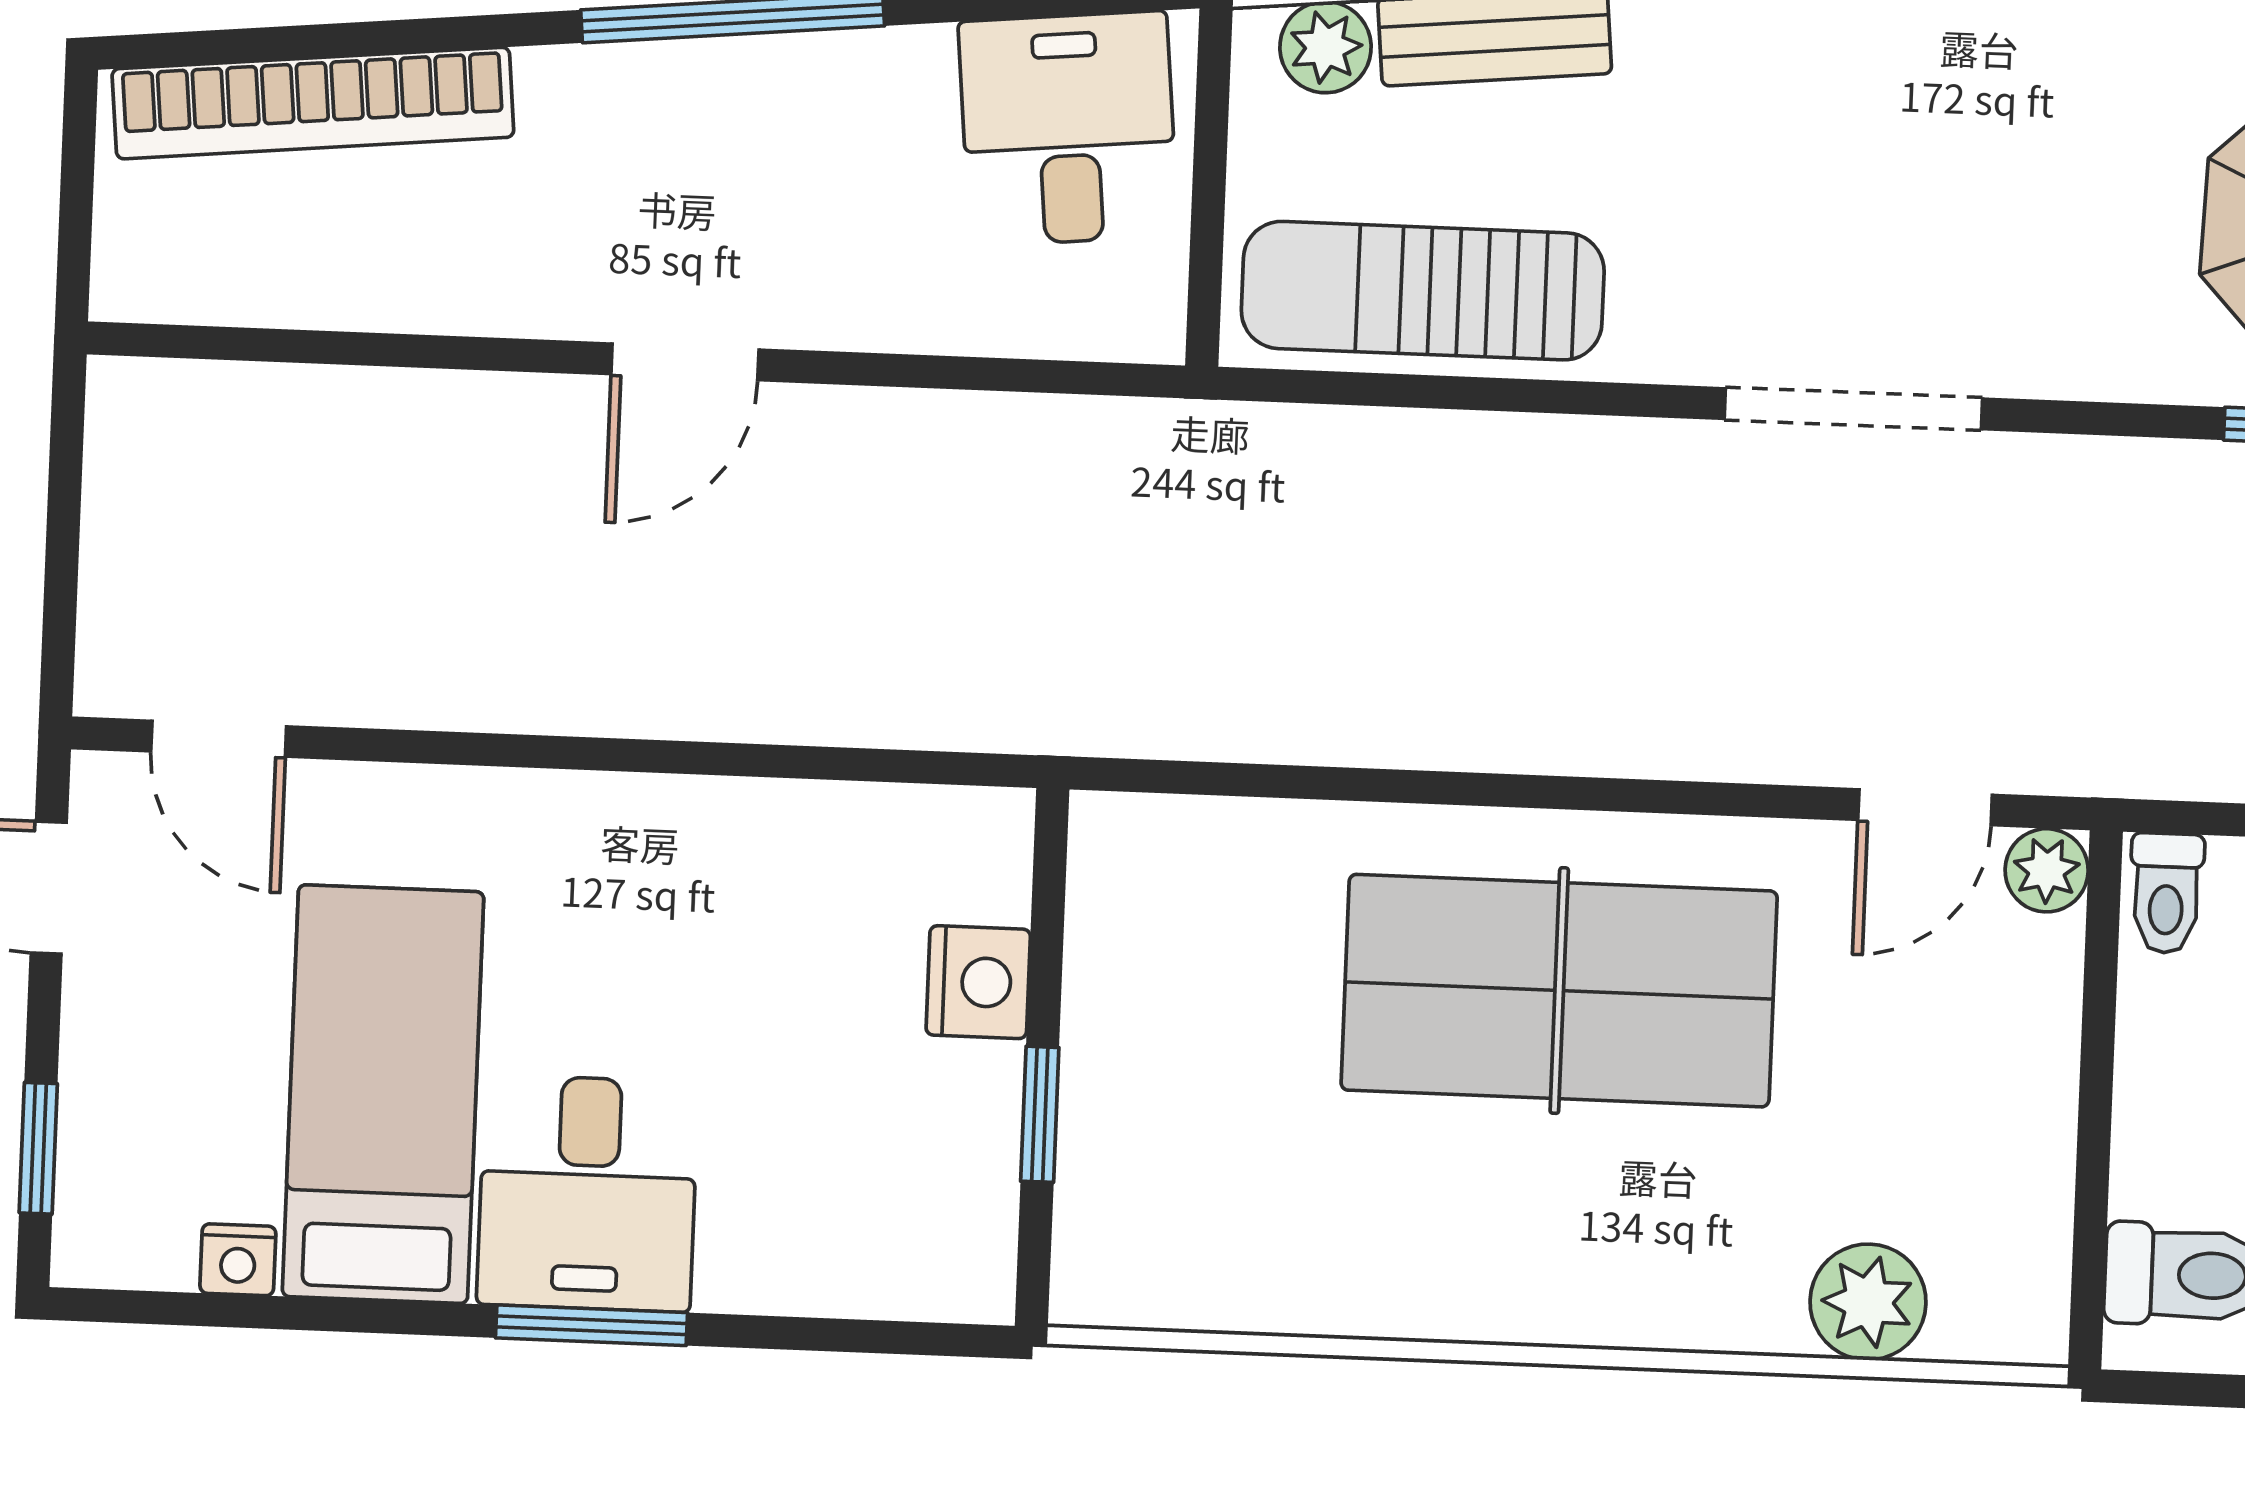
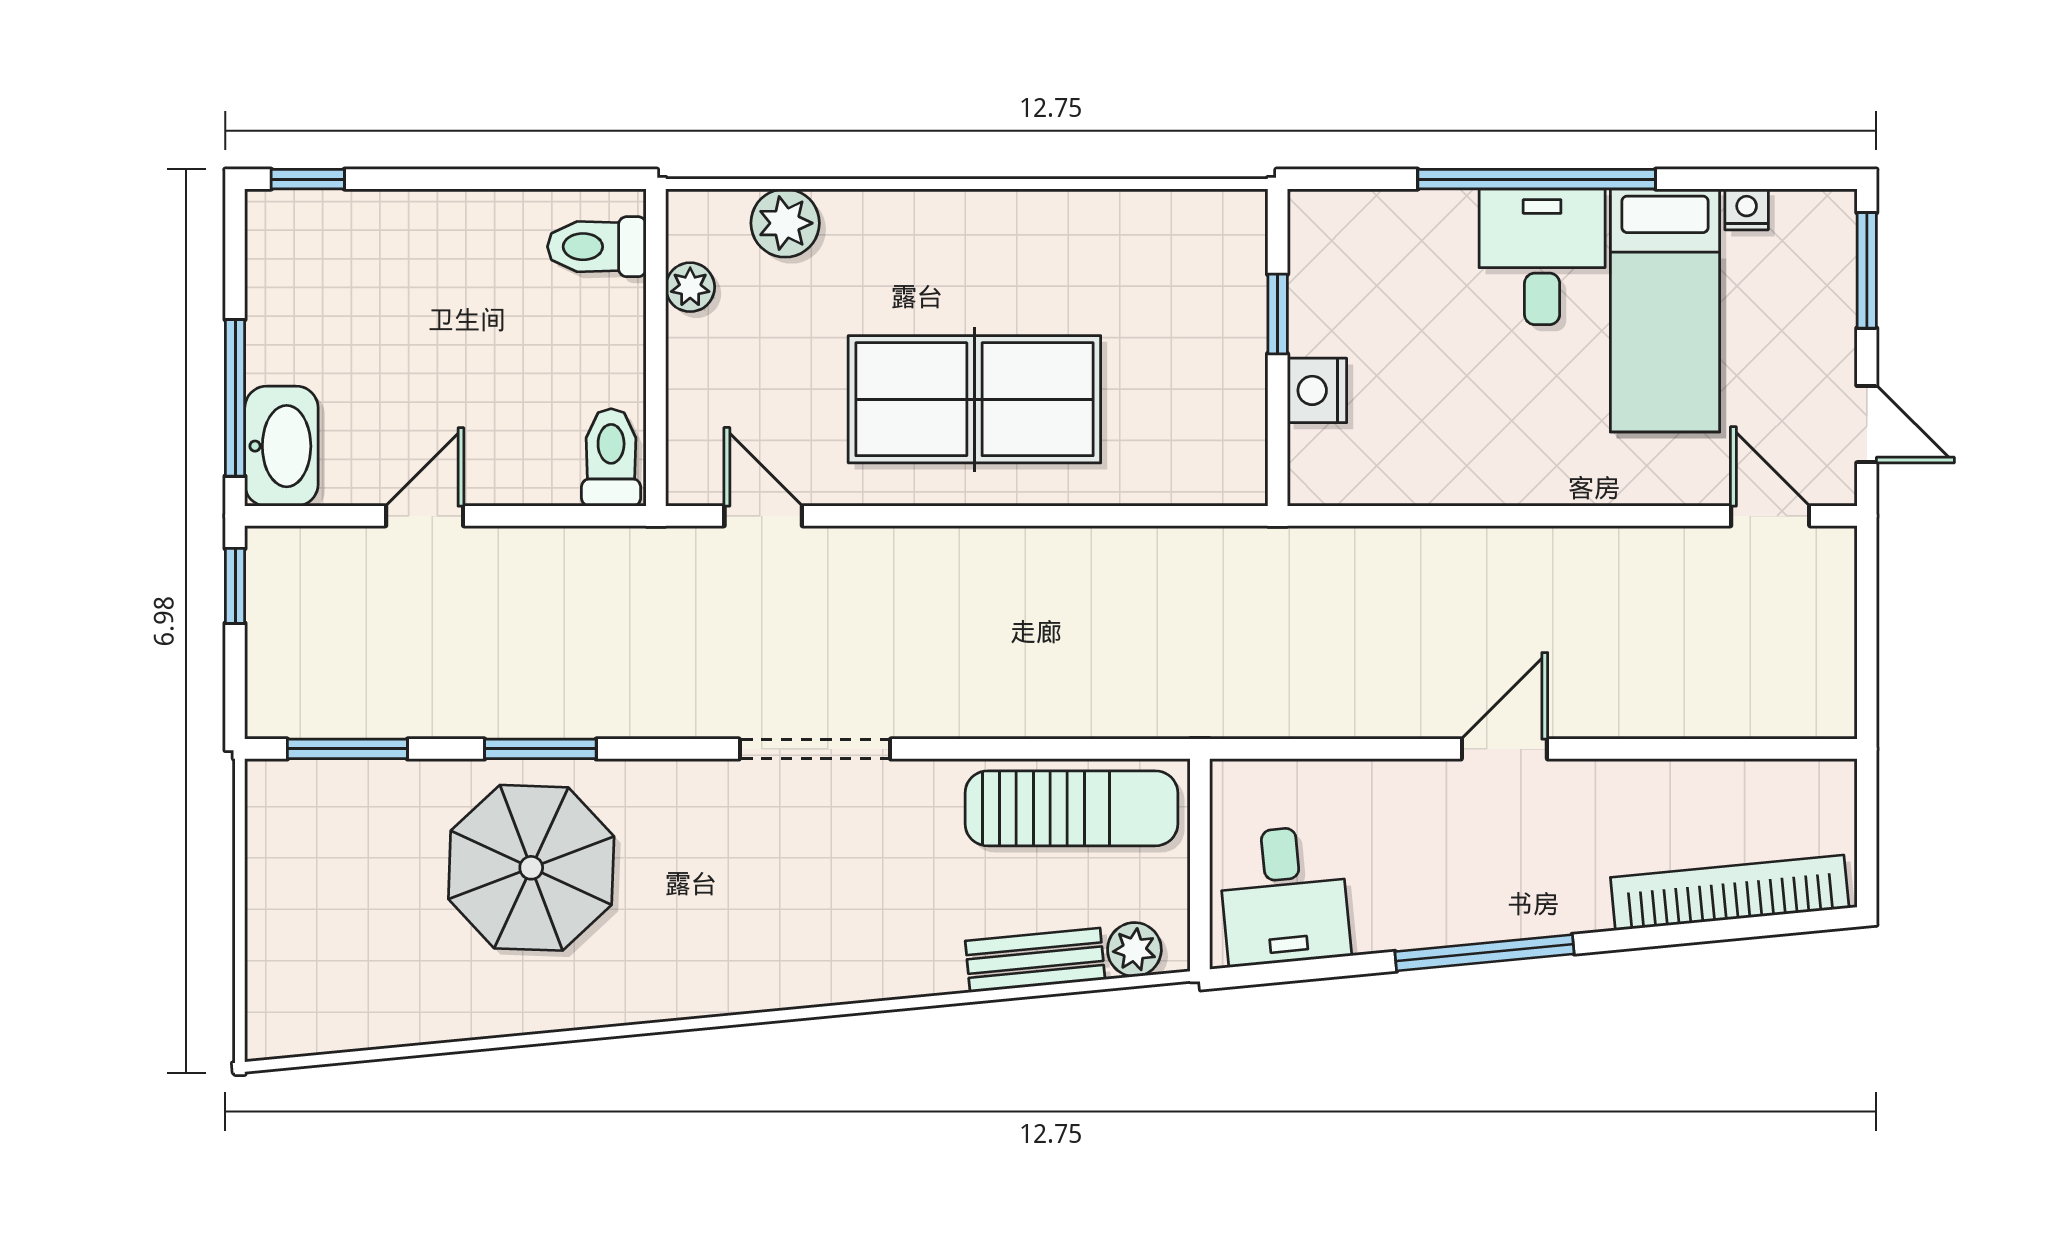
door: (1925, 807) -> (763, 516), hinge flipped
plant: (2047, 870) -> (690, 287), moved
toilet: (2166, 893) -> (611, 457), width x1.37, depth x1.39
window: (38, 1148) -> (1867, 270), width x1.50
window: (591, 1325) -> (1537, 179), width x2.11

